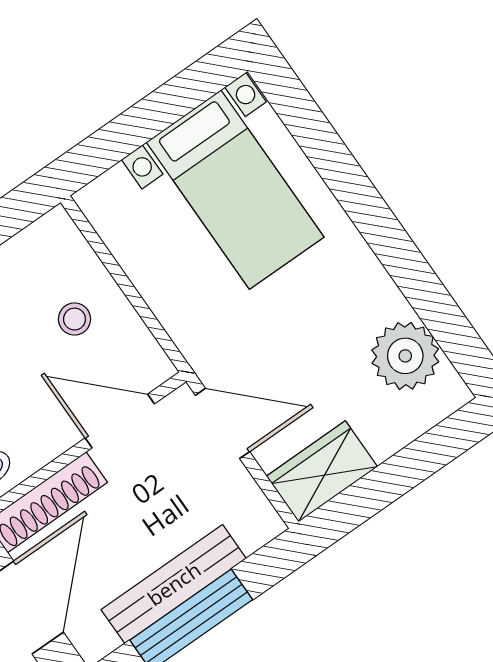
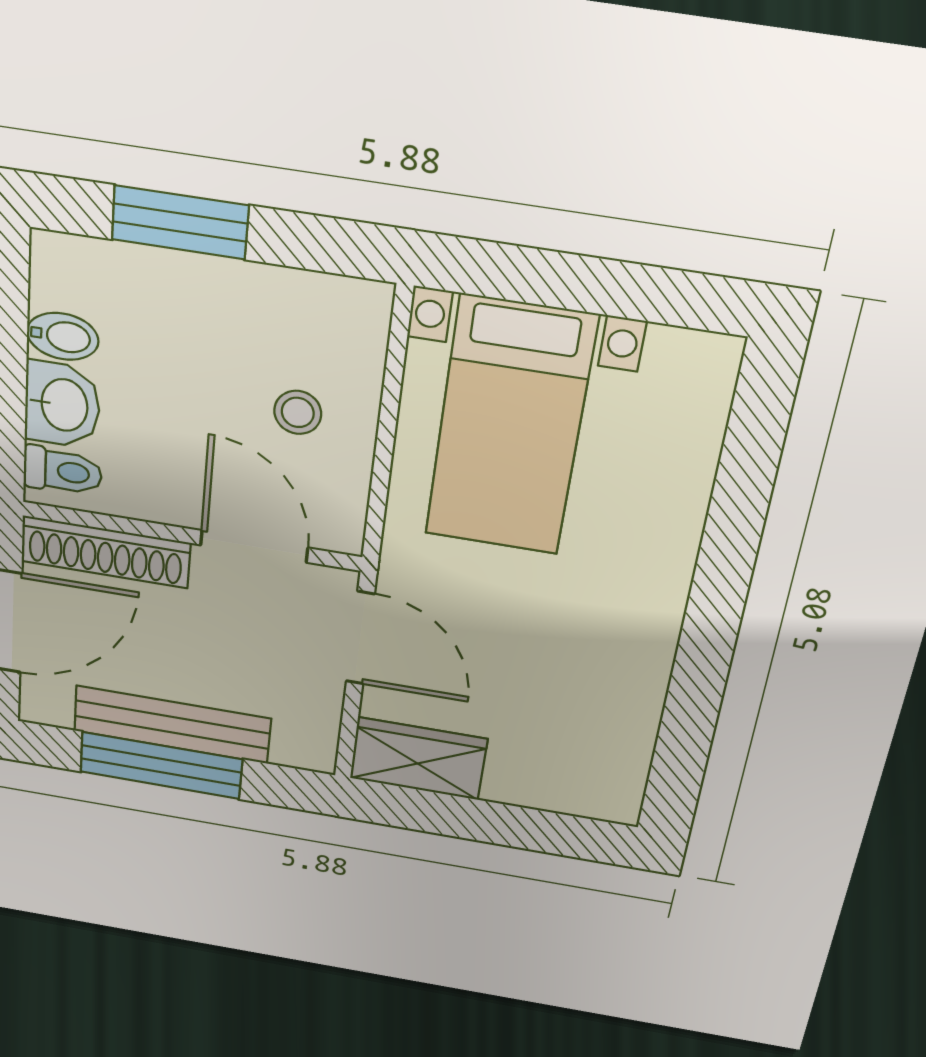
bed with nightstands: (235, 190) -> (510, 427), moved
plant: (405, 356) -> (609, 738), removed

